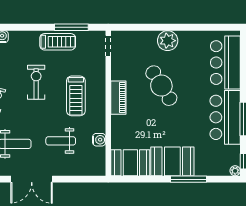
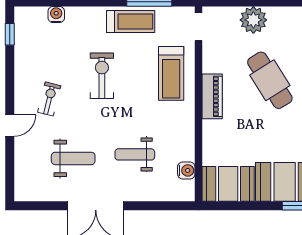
plant: (168, 41) -> (253, 20), moved
treadmill: (76, 96) -> (171, 73), moved
water cooler: (99, 140) -> (186, 170), moved

